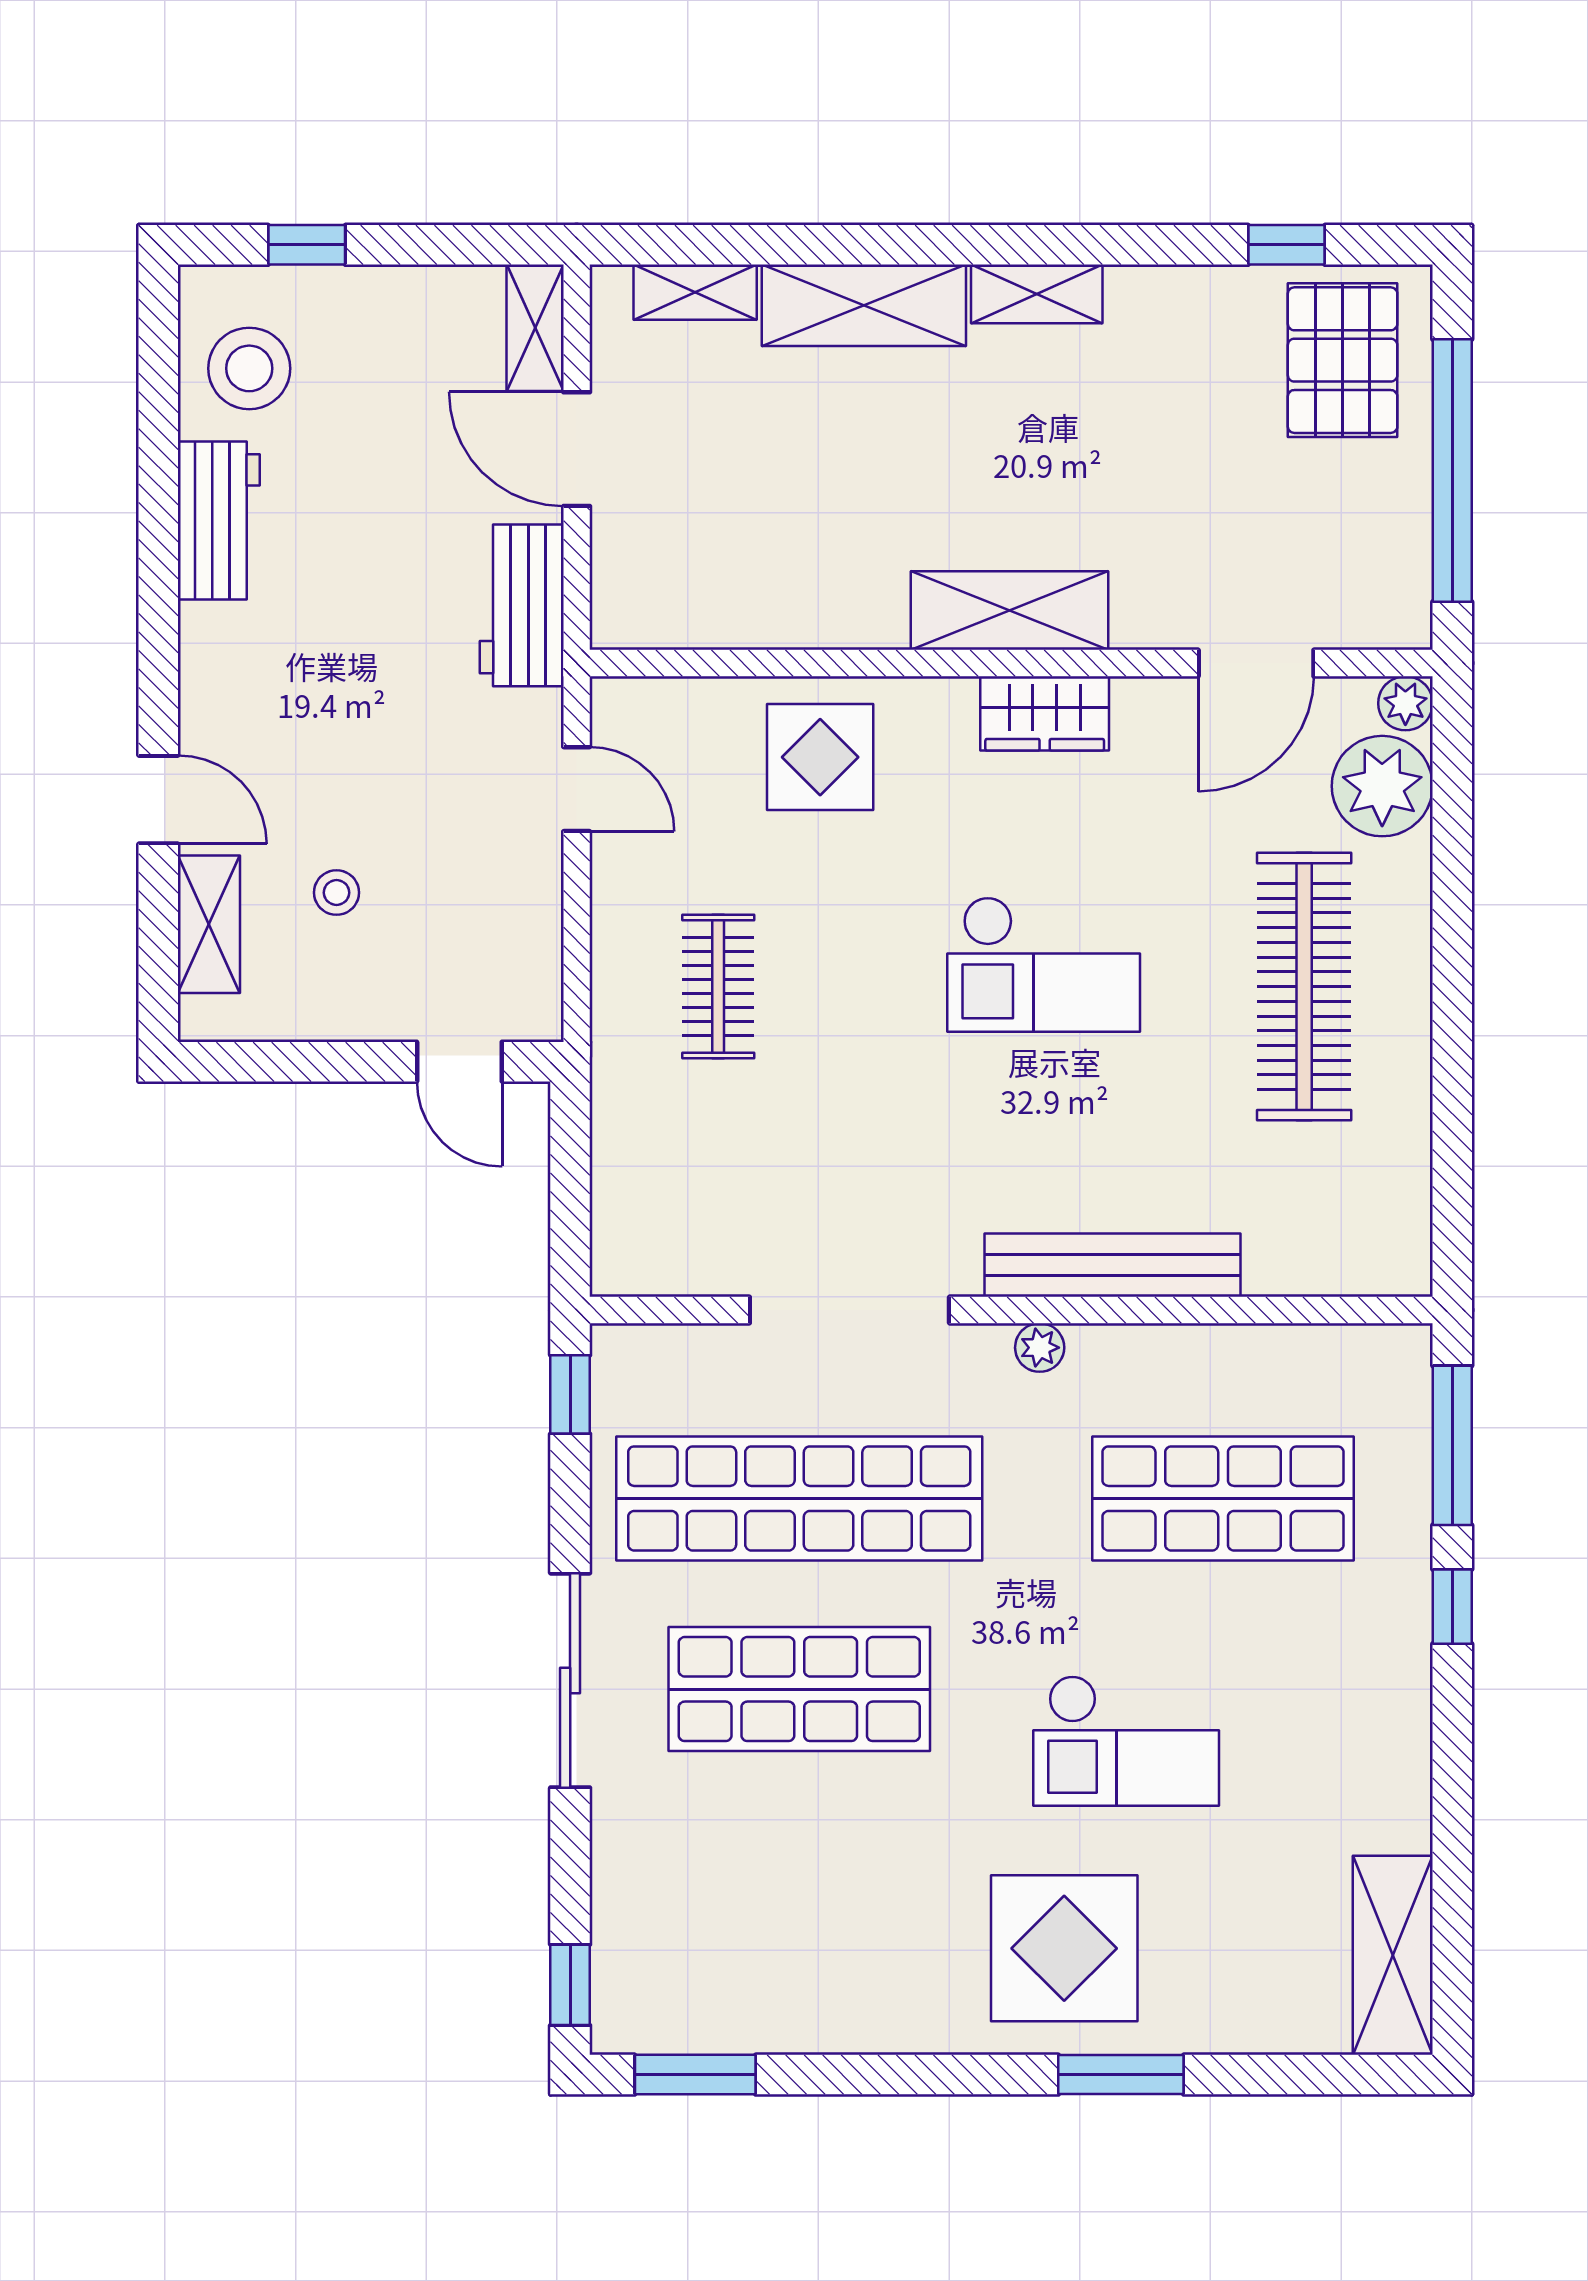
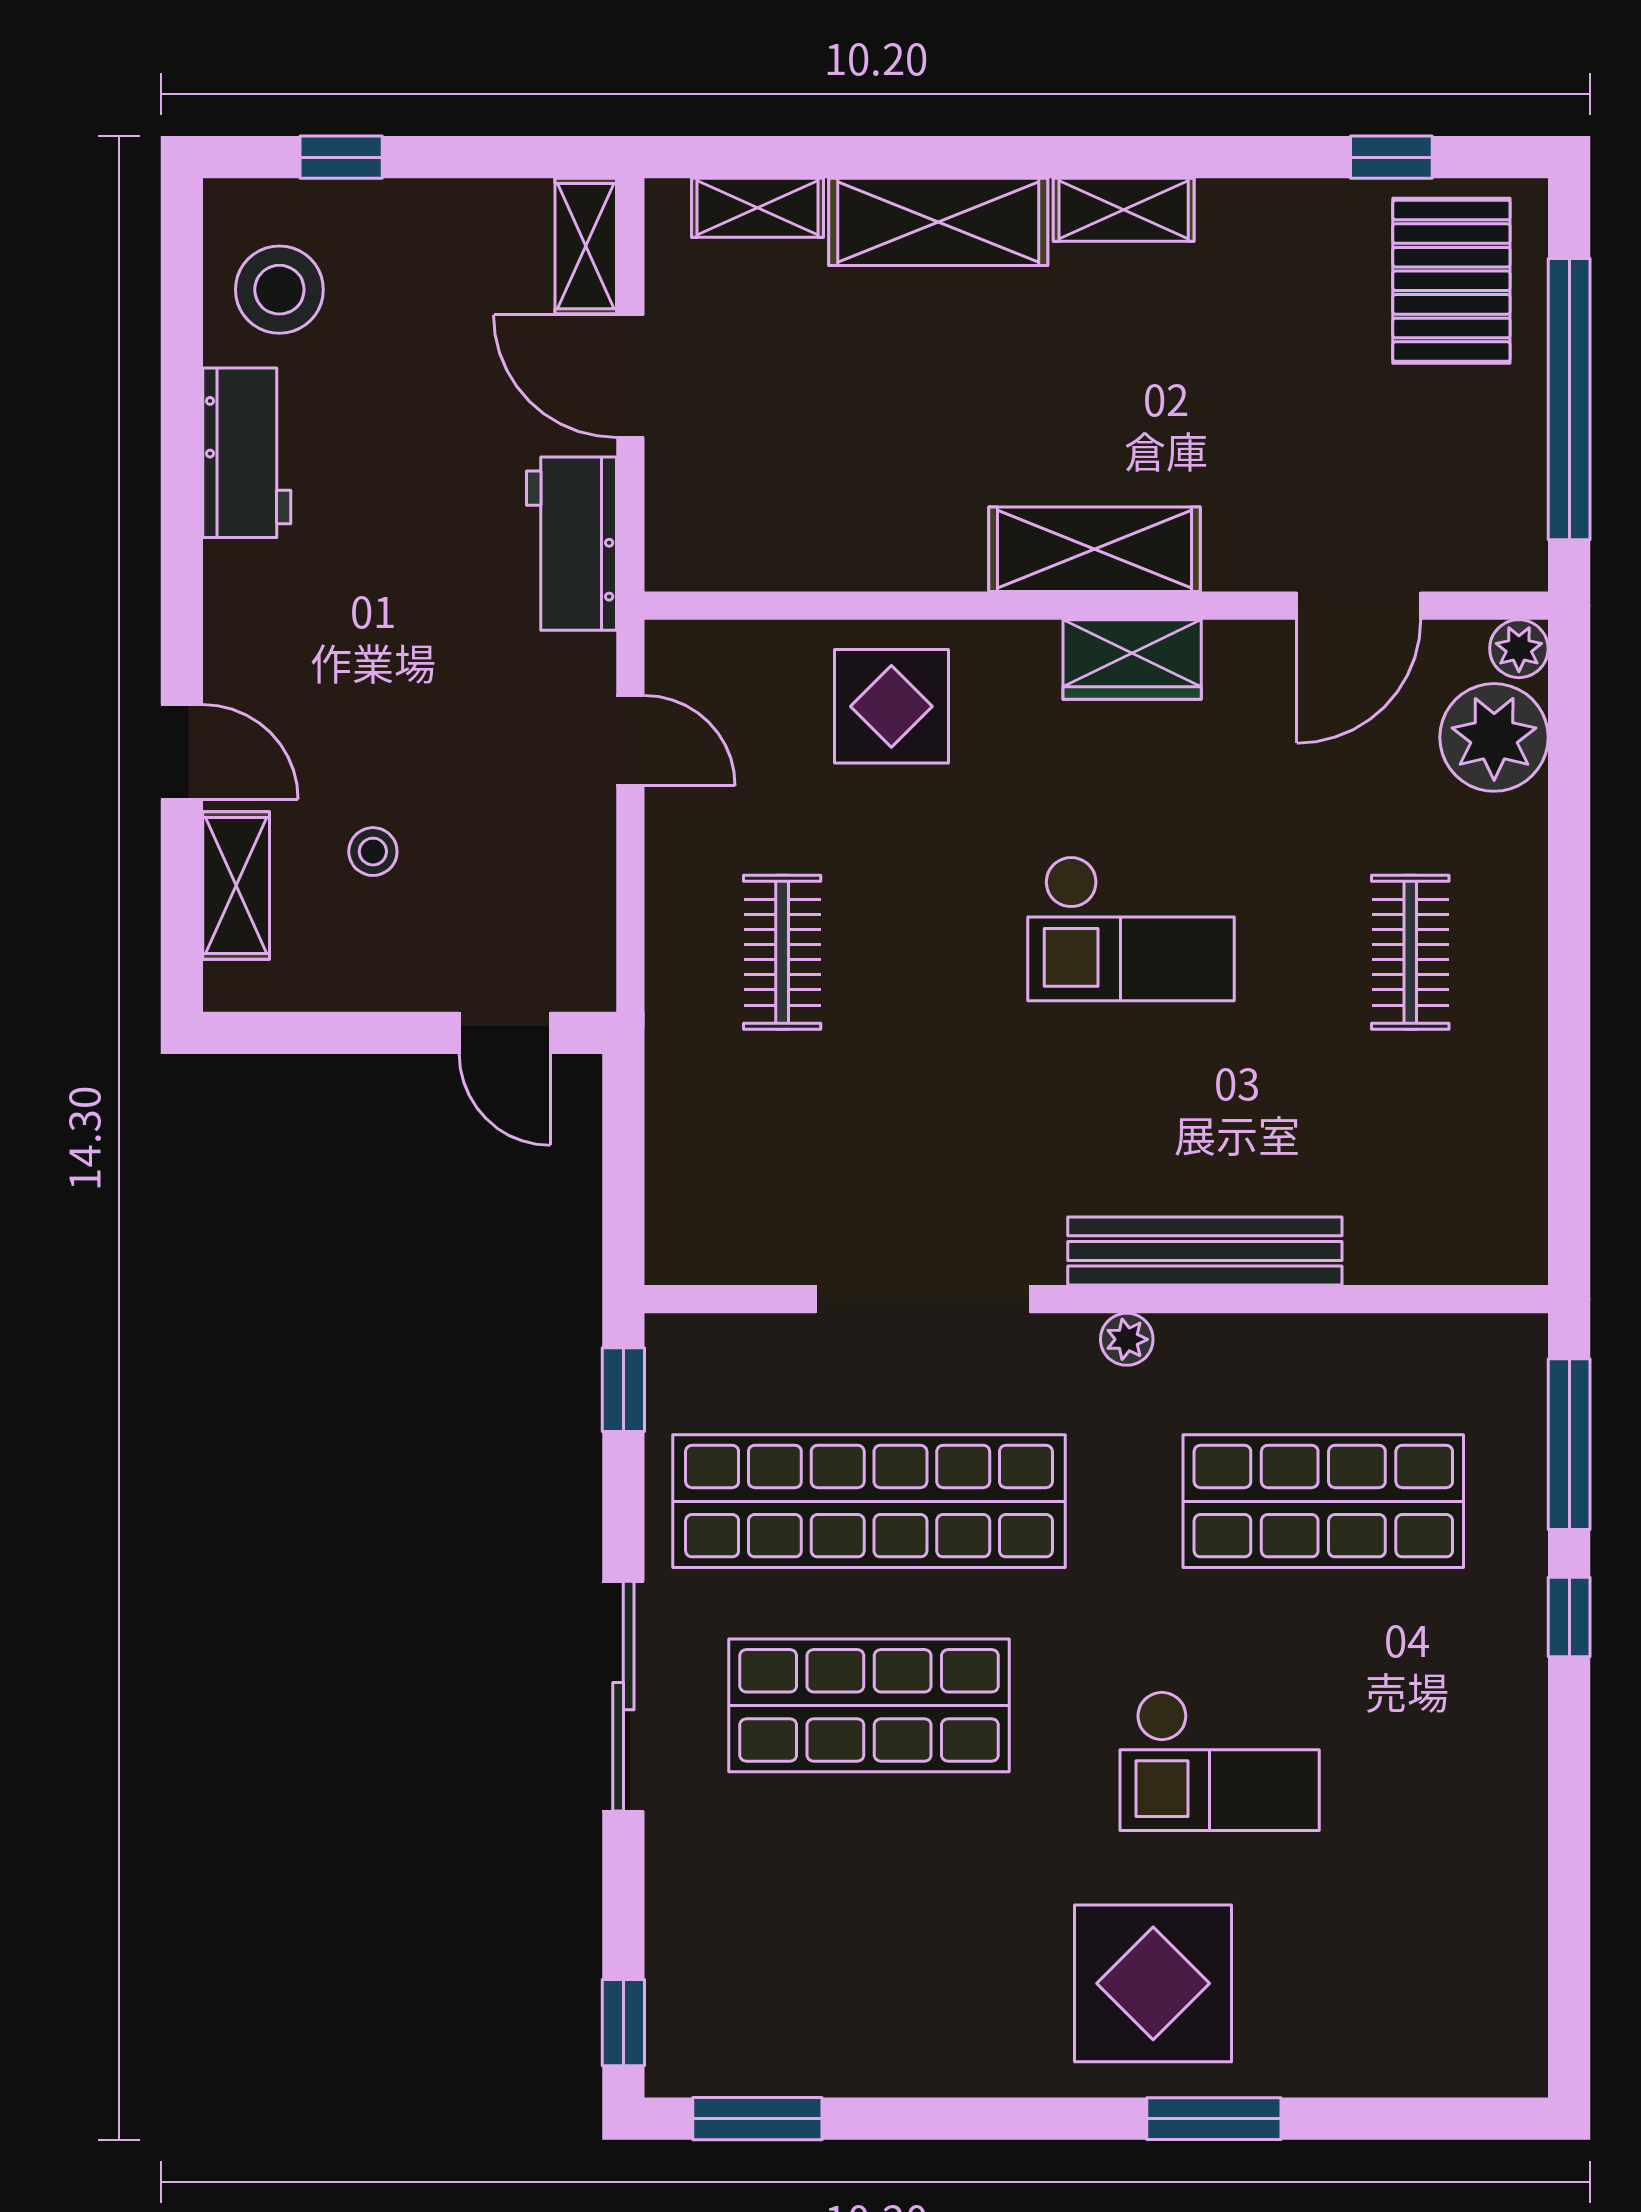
clothes rail: (1304, 987) -> (1410, 952), width x0.54, depth x0.76
shelving: (1393, 1955) -> (1505, 1991), removed

